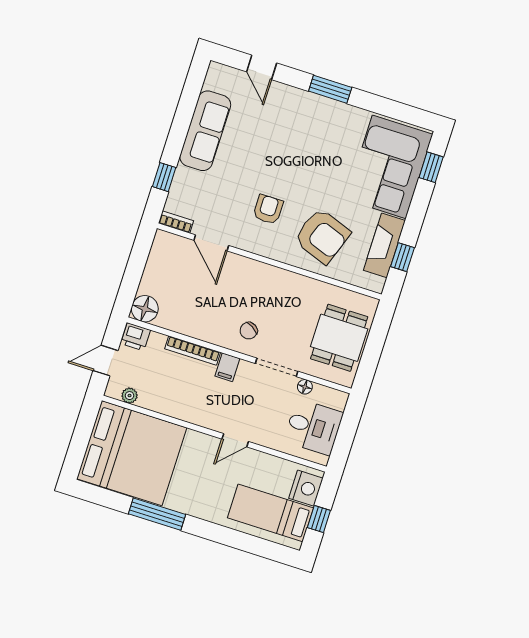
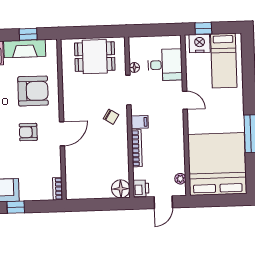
window: (164, 177) -> (16, 207), moved
armchair: (322, 236) -> (33, 91), turned 70
door: (211, 243) -> (62, 134), moved
door: (106, 361) -> (163, 202), hinge flipped
desk: (313, 427) -> (165, 65), moved, turned 90
window: (319, 519) -> (203, 28), moved

